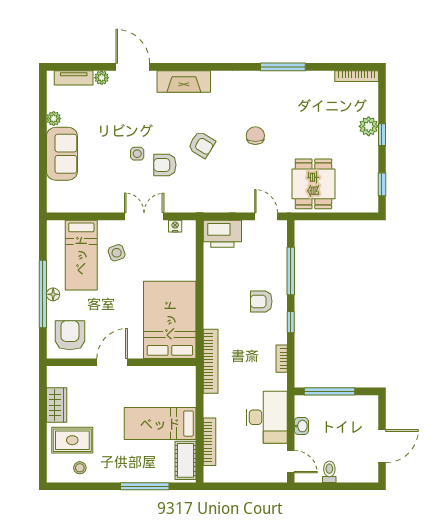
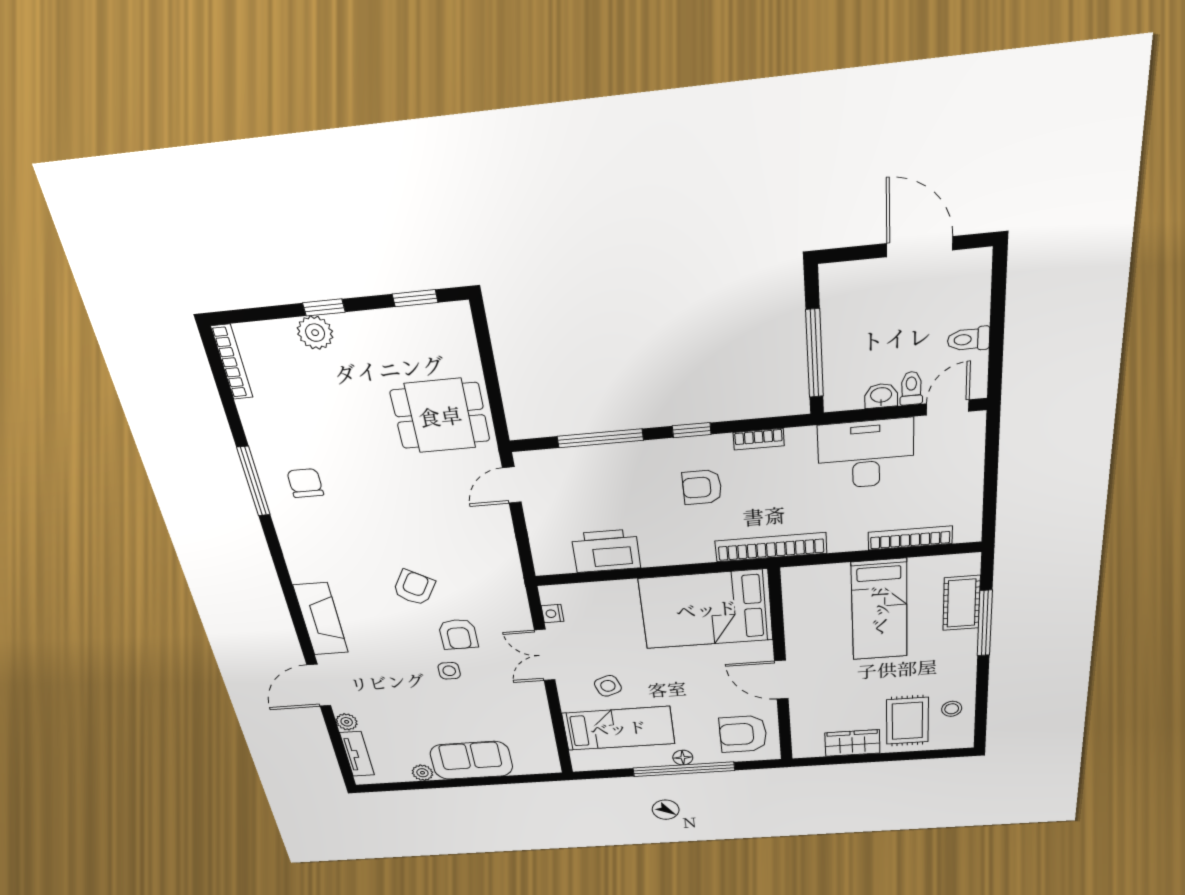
chair: (255, 136) -> (305, 483), moved, turned 90
printer: (222, 234) -> (606, 551), moved, turned -90
armchair: (261, 301) -> (702, 487), moved, turned 90
toilet: (304, 442) -> (911, 388), added
cot: (186, 460) -> (962, 603), moved, turned 90

